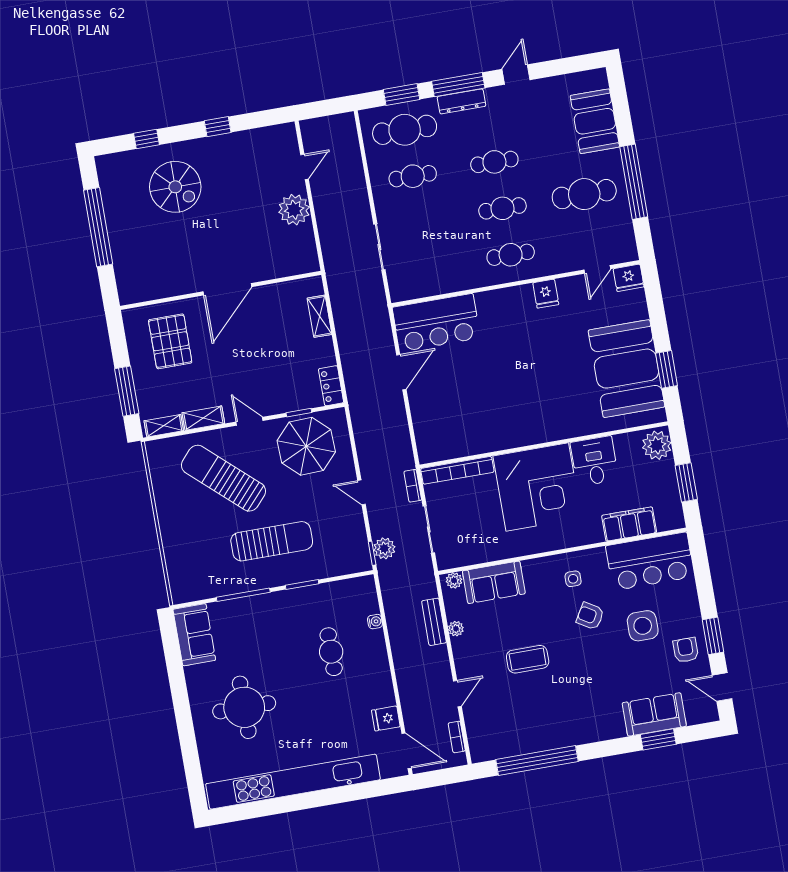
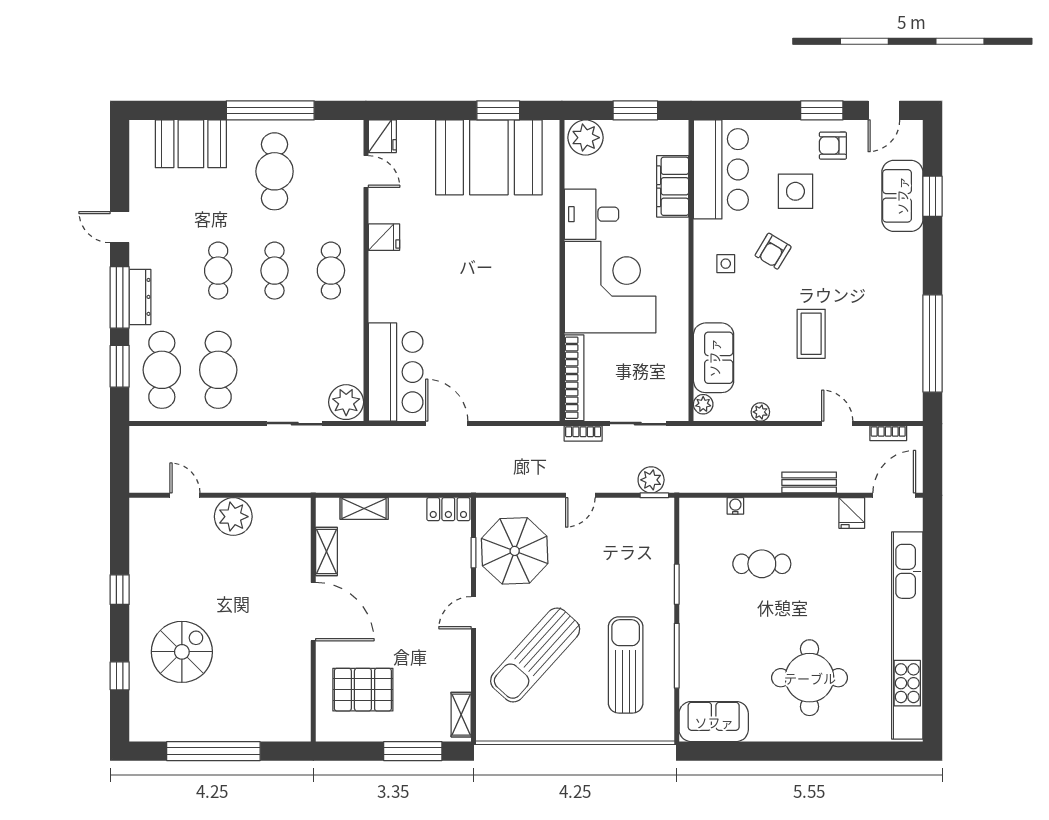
cafe table: (413, 176) -> (218, 370), width x1.37, depth x1.35
plant: (405, 286) -> (346, 402), added
shelving: (203, 418) -> (327, 551), moved
sun lounger: (272, 541) -> (626, 665), moved
bench: (434, 622) -> (809, 482), moved

